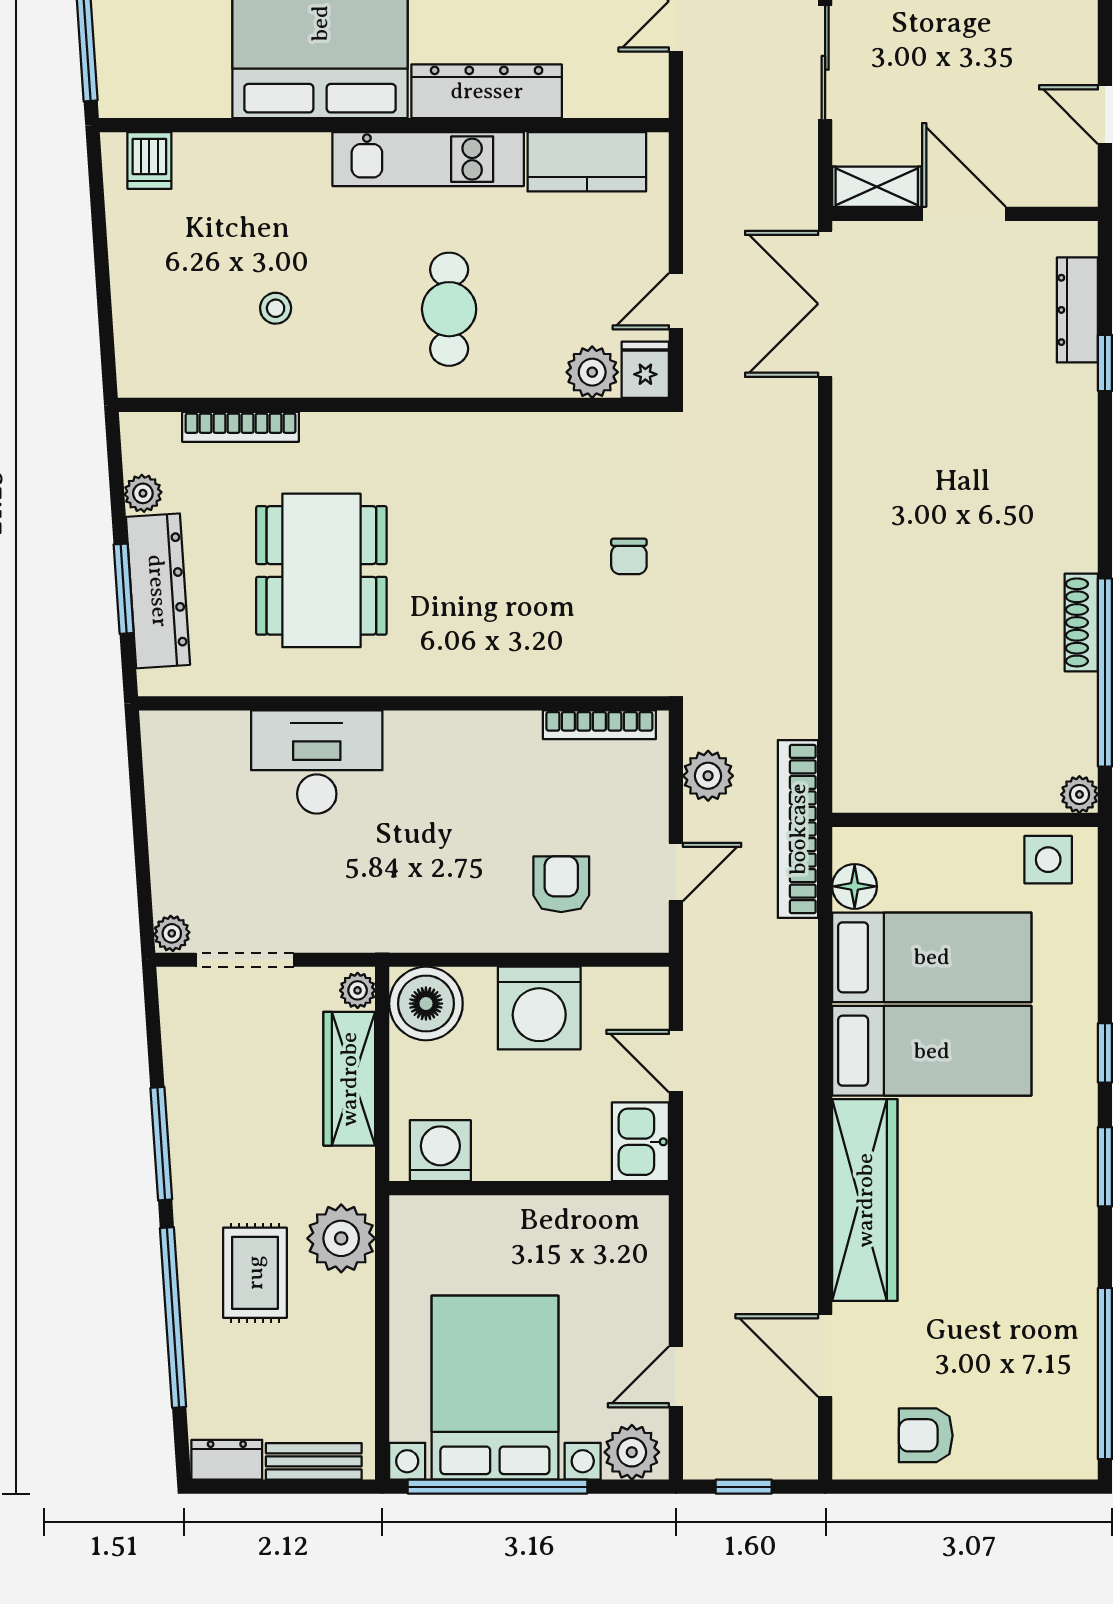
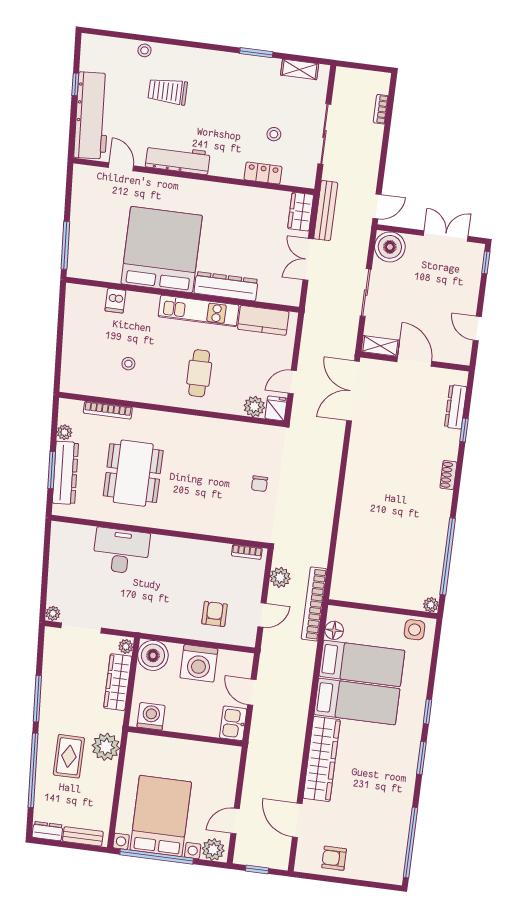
dishwasher: (149, 160) -> (115, 301), moved
shoe rack: (1081, 622) -> (448, 475), moved, width x0.70
bookcase: (599, 725) -> (247, 552), width x0.64

